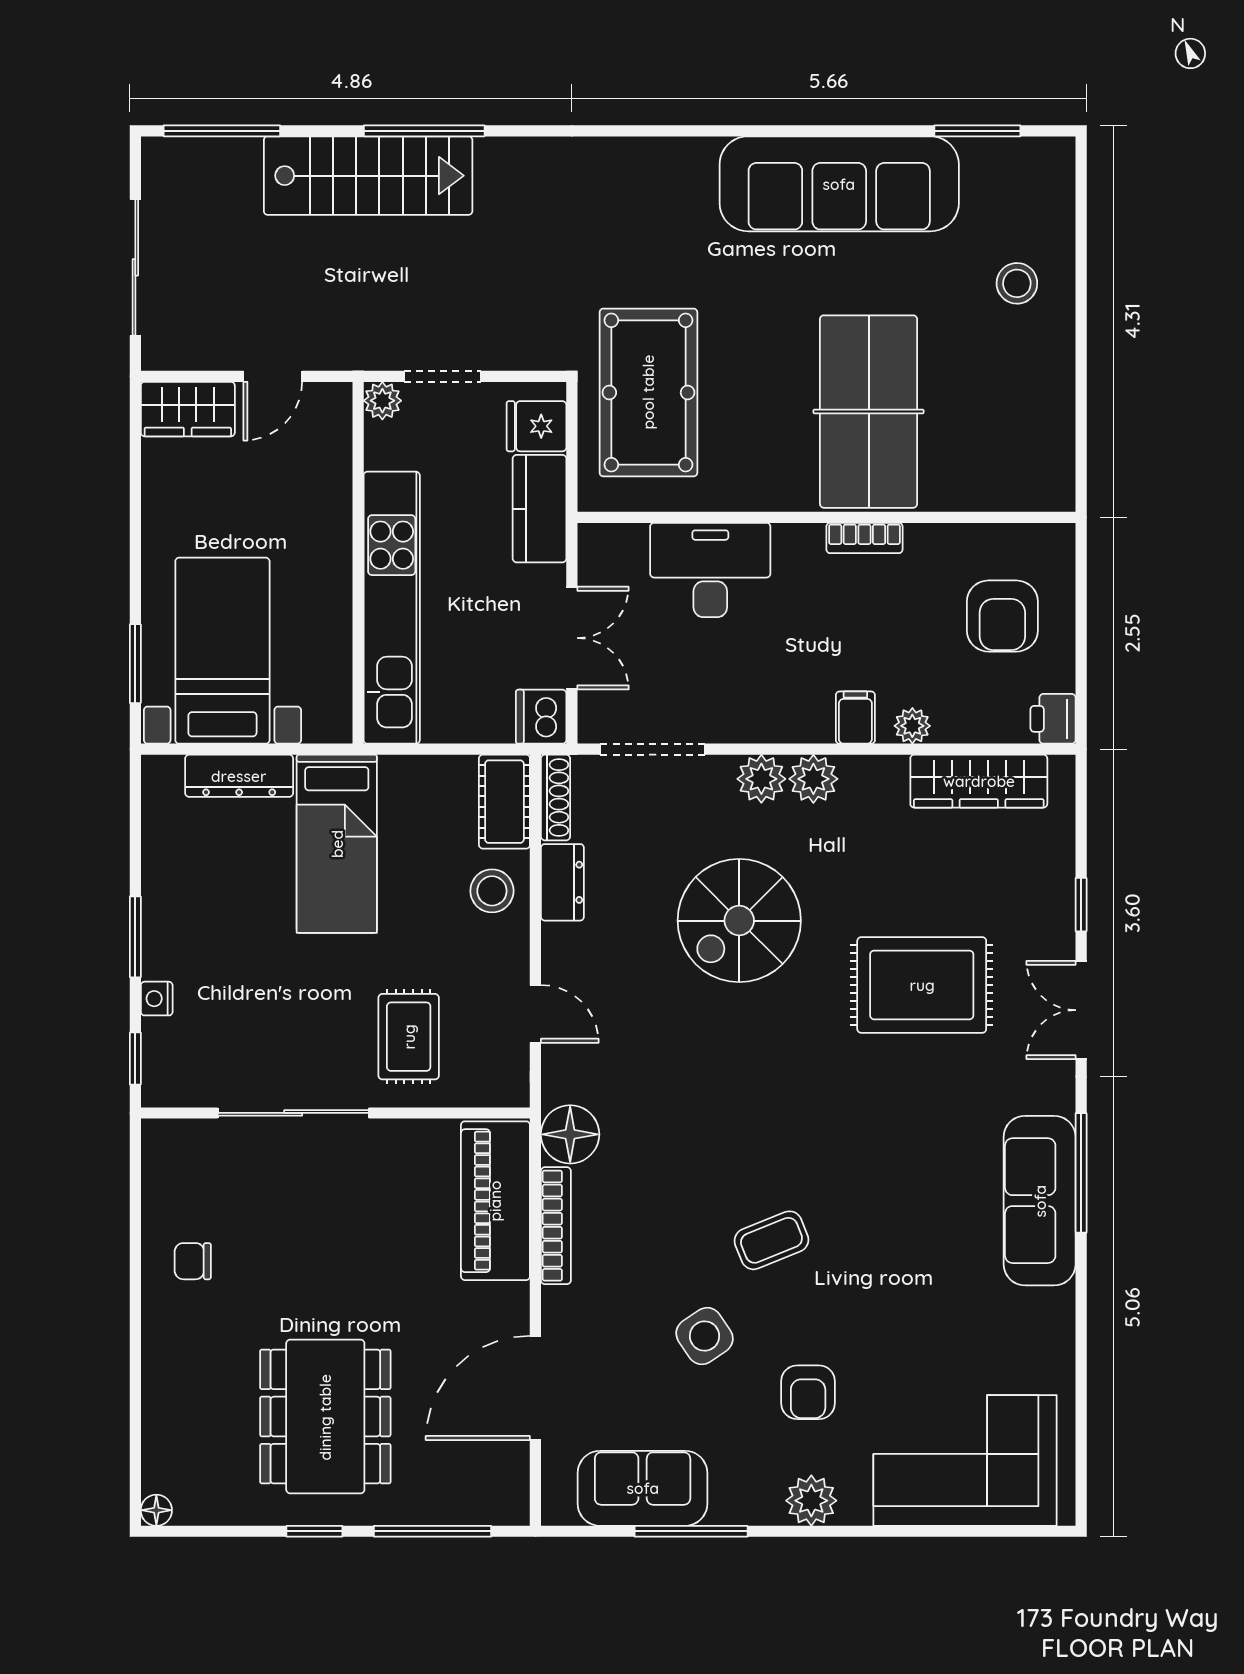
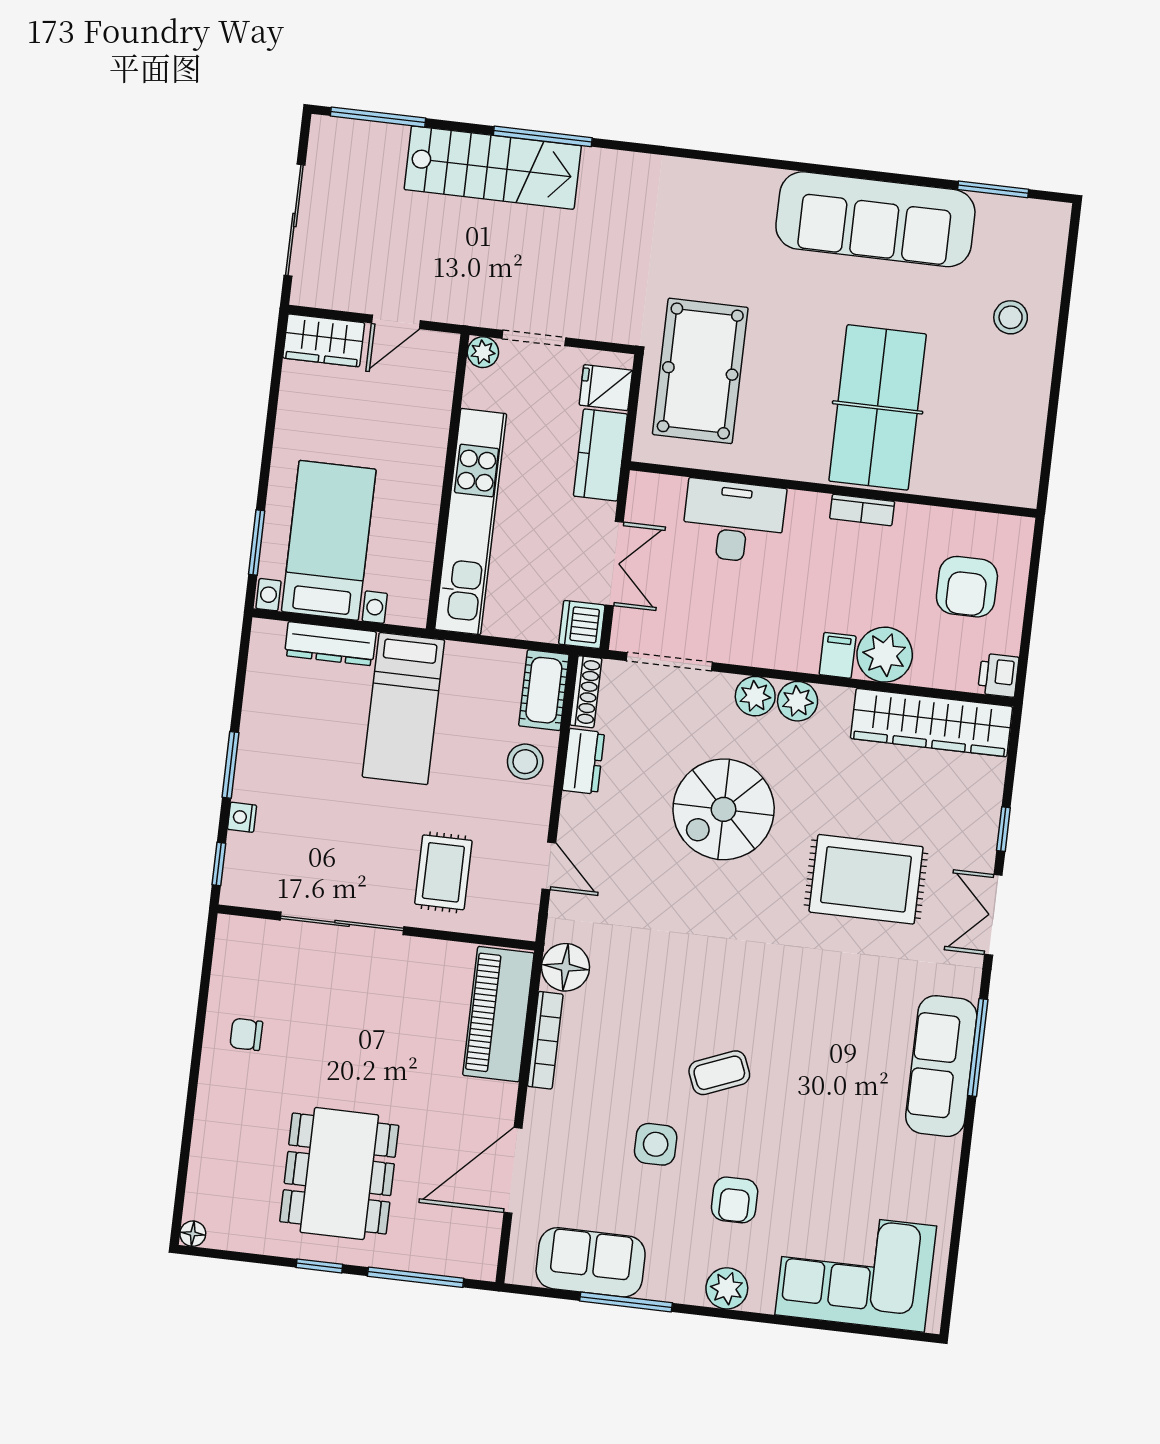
plant: (912, 726) -> (885, 655), width x1.87, depth x1.87
wardrobe: (979, 781) -> (932, 723), width x1.40, depth x1.17
side table: (705, 1336) -> (656, 1144), turned 34

